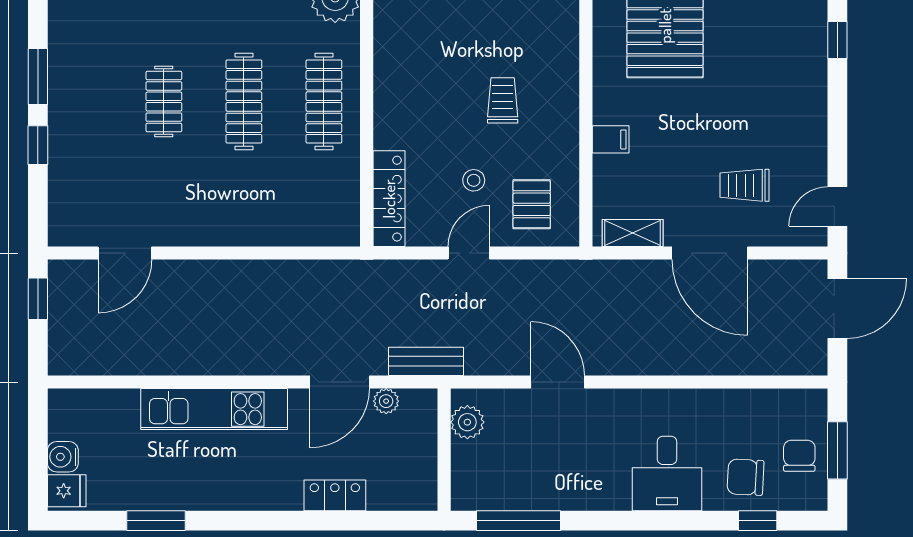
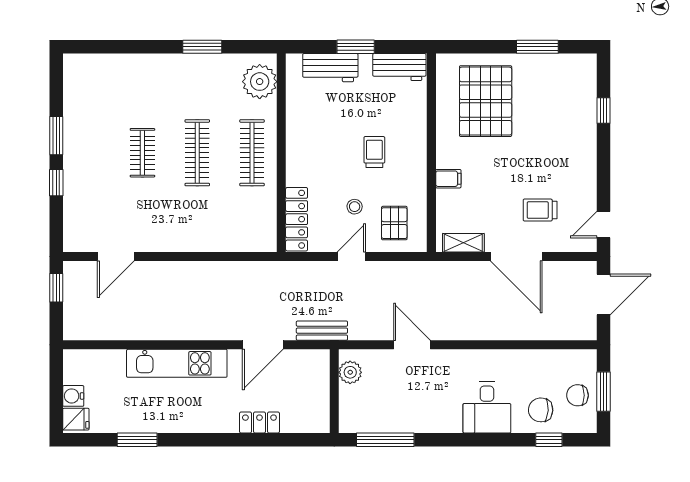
plant: (386, 401) -> (295, 358), removed
chair: (799, 456) -> (578, 395), turned -90

